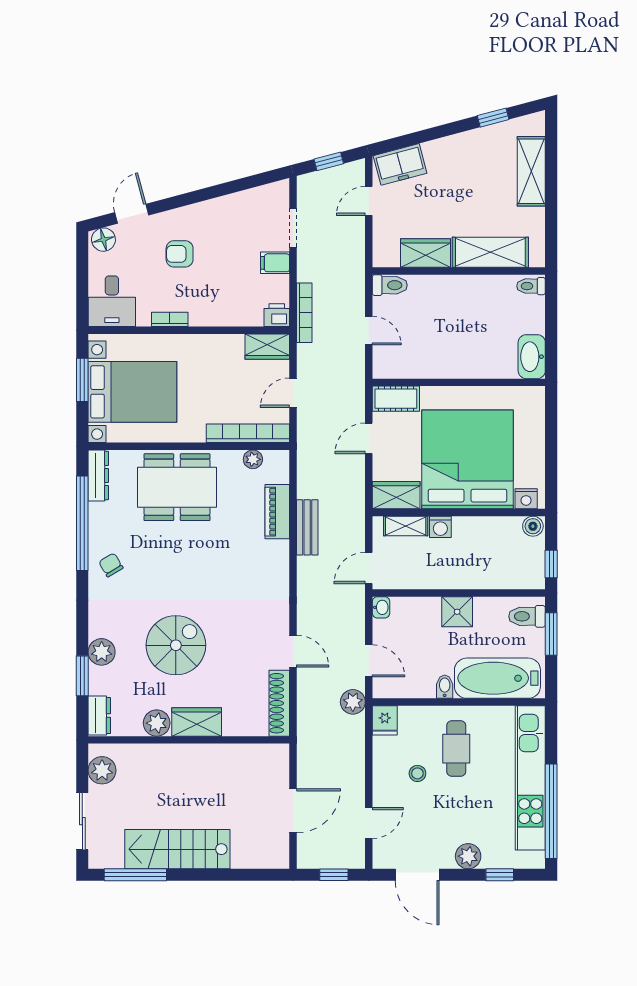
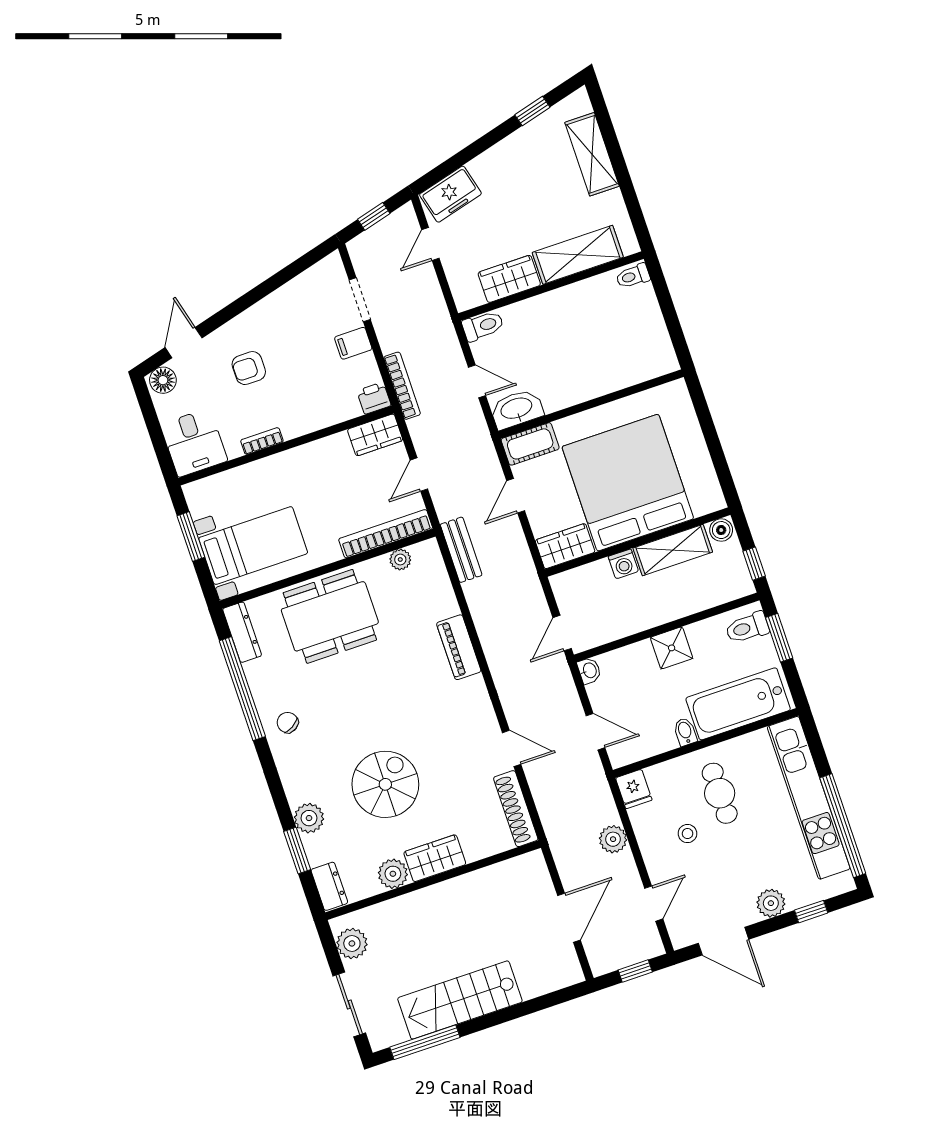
washbasin: (532, 357) -> (517, 409), moved, turned 90
bed with nightstands: (132, 392) -> (253, 546), width x0.73
nightstand: (526, 499) -> (704, 503), removed
piano: (277, 512) -> (459, 647), moved
shelving: (406, 526) -> (673, 550), moved, width x1.50, depth x1.33
bench: (307, 527) -> (461, 550), moved
plant: (353, 702) -> (613, 839), moved

